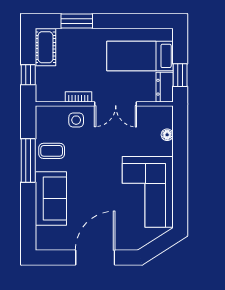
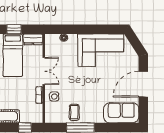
window: (180, 75) -> (14, 29), moved
sofa: (51, 198) -> (121, 113), moved
door: (95, 258) -> (143, 84), hinge flipped

